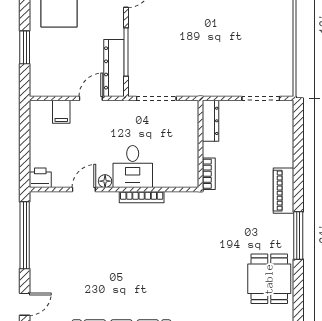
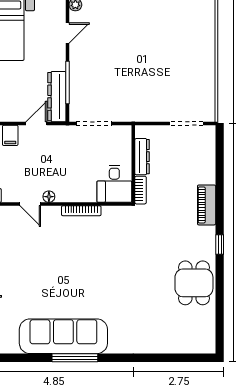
dresser: (210, 121) -> (142, 157), moved
desk: (133, 167) -> (114, 184), moved
door: (84, 190) -> (30, 204), swing flipped
window: (298, 235) -> (220, 245), width x0.46

